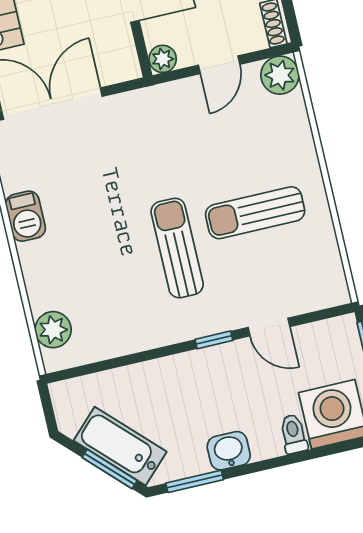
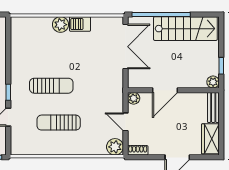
sun lounger: (255, 213) -> (59, 123), turned -90
plant: (53, 330) -> (60, 25), moved

